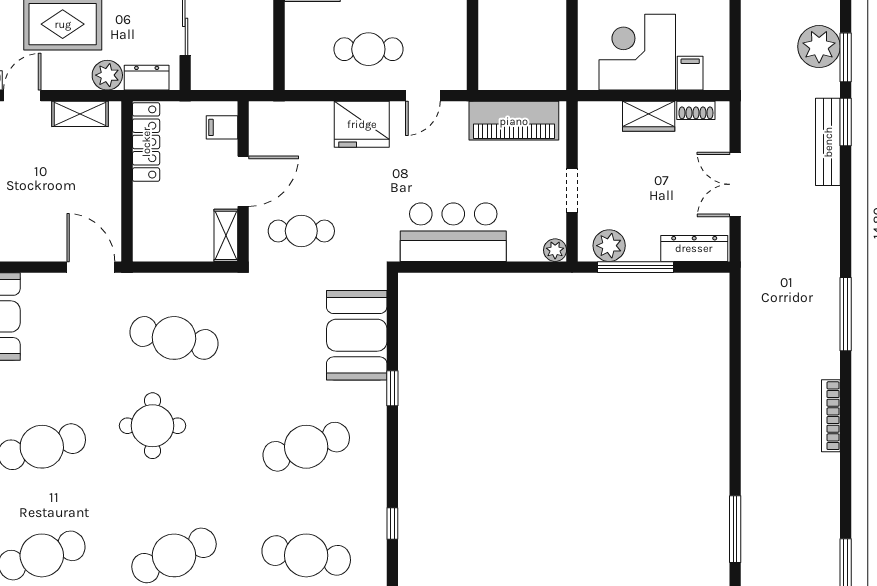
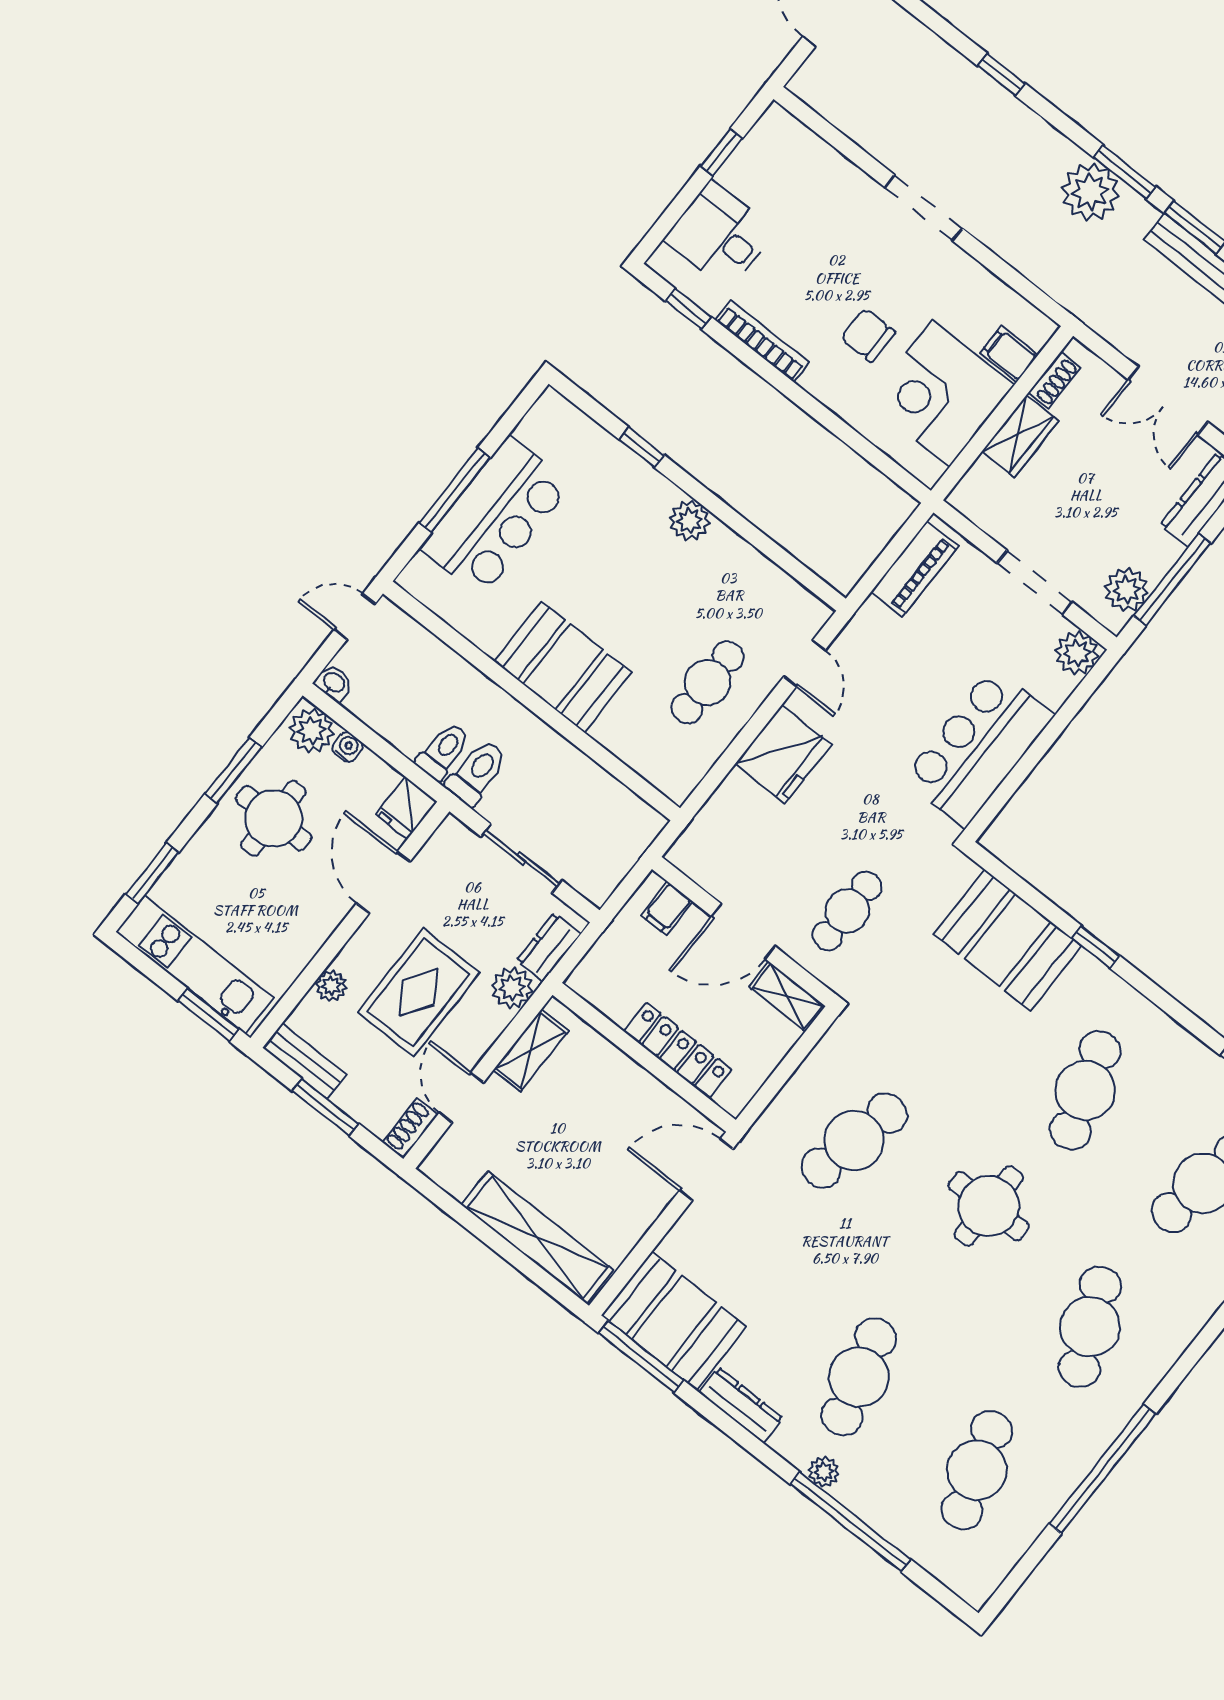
piano: (514, 121) -> (915, 569), width x0.73, depth x0.75
locker: (146, 142) -> (678, 1050), moved
door: (243, 181) -> (743, 931), swing flipped
doorway: (572, 190) -> (1035, 583), width x1.38
plant: (555, 250) -> (1077, 653), width x1.38, depth x1.38
round table: (153, 426) -> (989, 1206), moved

